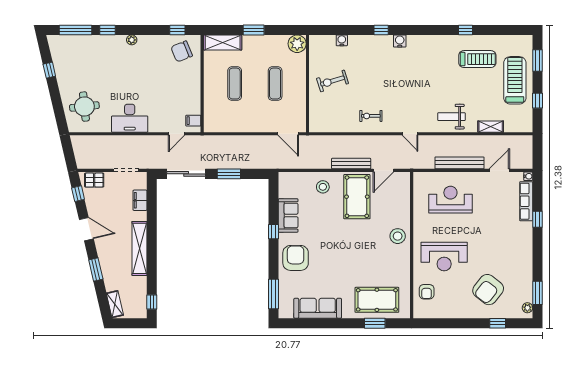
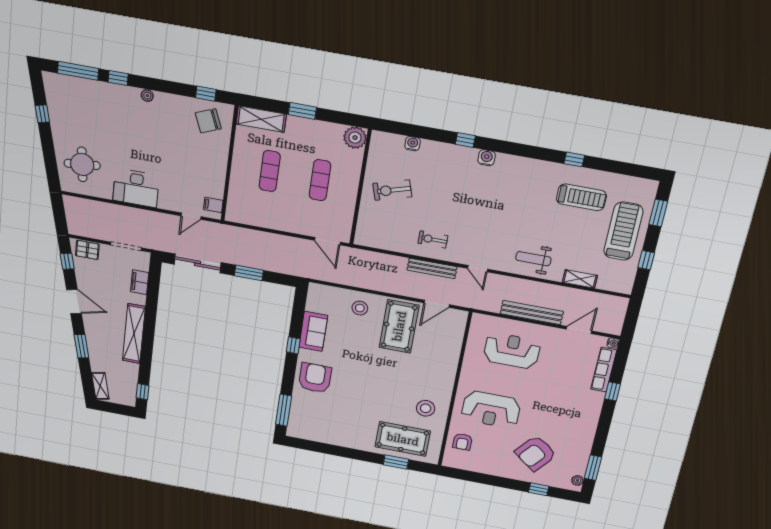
bench: (351, 164) -> (432, 268), moved
stool: (398, 236) -> (426, 408), moved
sofa: (318, 308) -> (332, 434), removed

